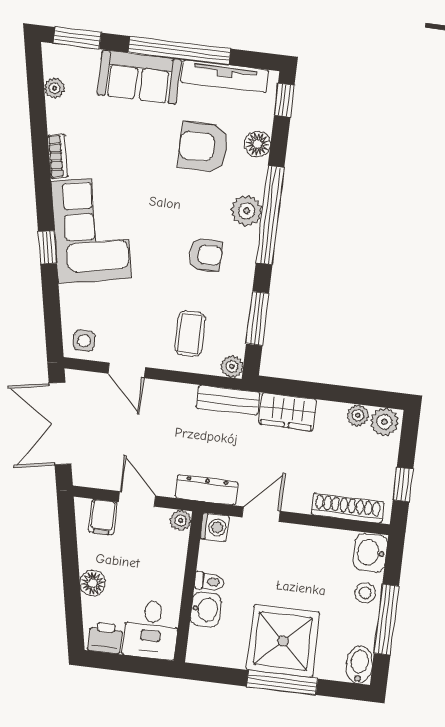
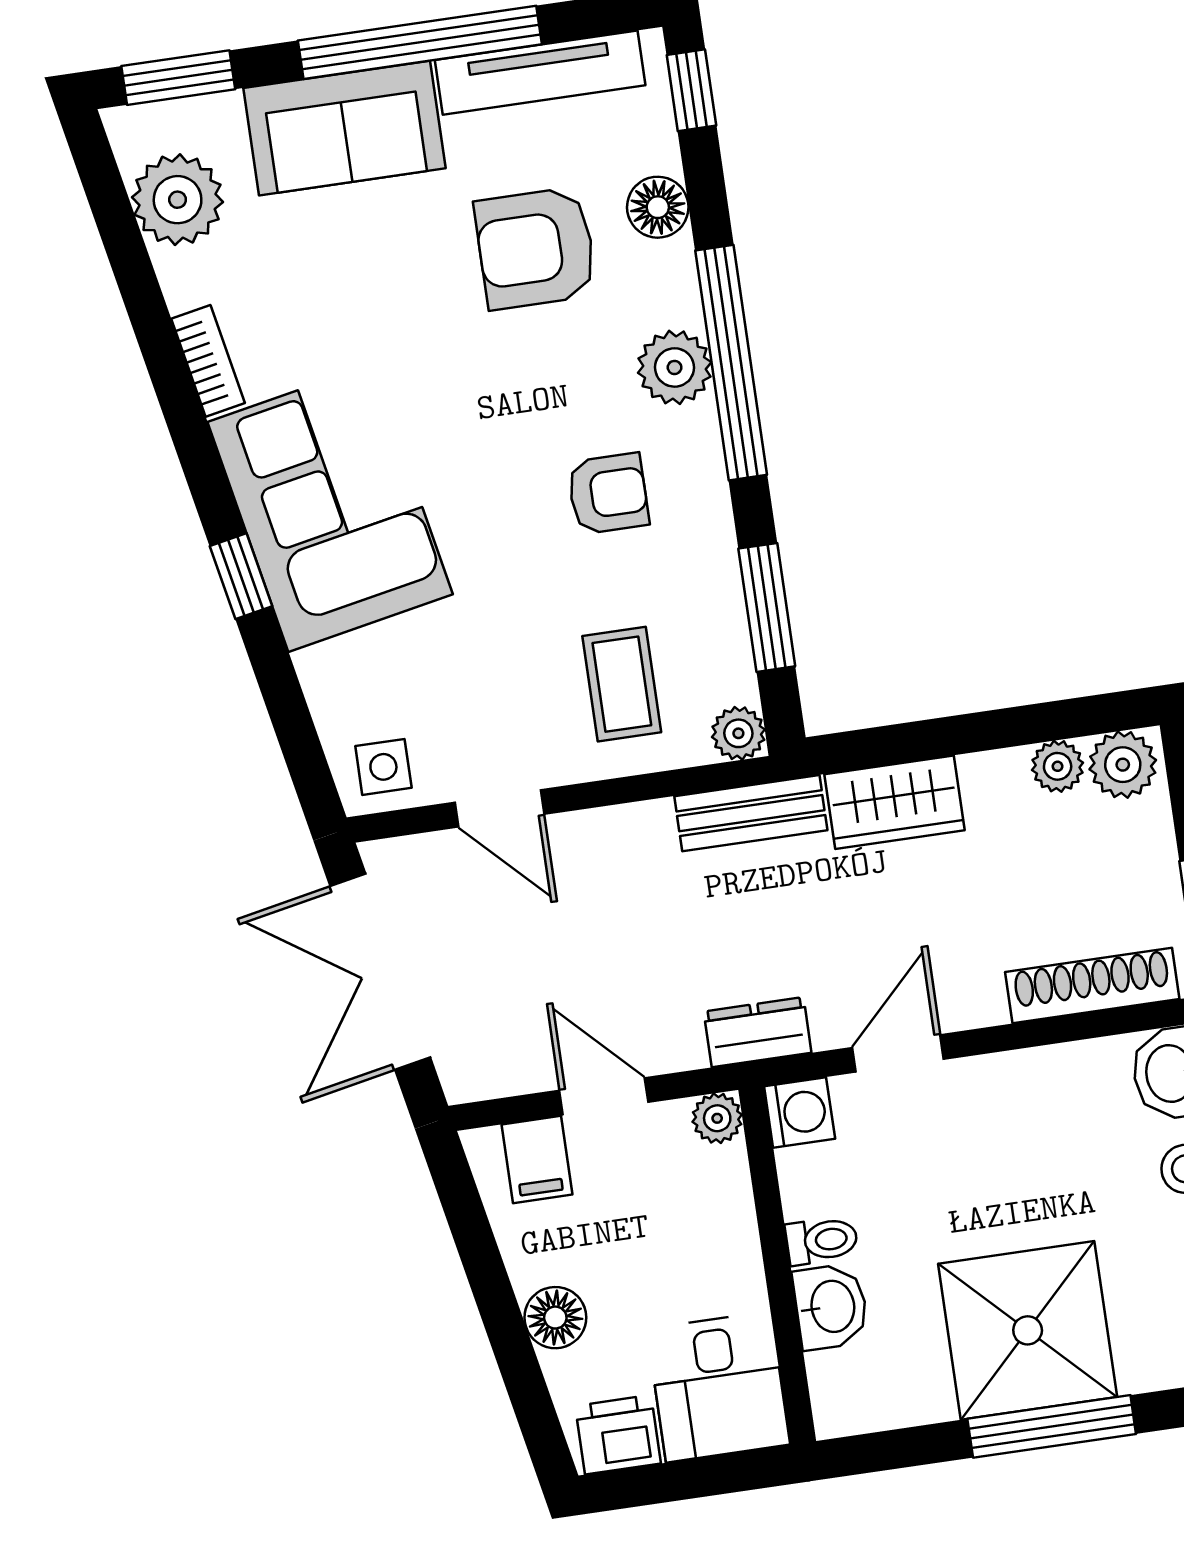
plant: (55, 88) -> (178, 200), width x1.87, depth x1.87
dresser: (206, 490) -> (758, 1032), width x0.70

